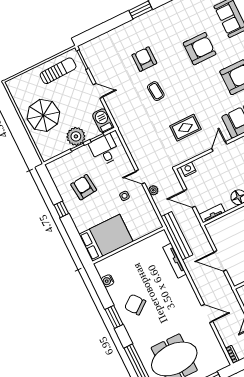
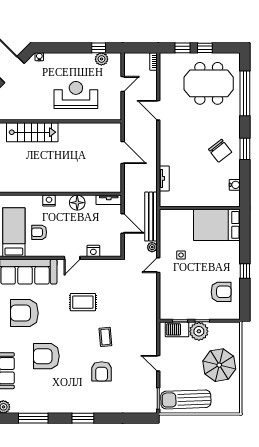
sun lounger: (58, 71) -> (186, 399), width x1.36, depth x1.34
barbecue: (103, 121) -> (177, 329), moved, turned 90
rug: (185, 128) -> (83, 302), moved
desk: (104, 150) -> (179, 306), removed
nightstand: (188, 169) -> (93, 251), moved
door: (140, 177) -> (158, 265), swing flipped
armchair: (84, 187) -> (221, 292), moved, turned -84
bench: (177, 236) -> (151, 217), moved
tv unit: (175, 261) -> (164, 178), width x0.71

